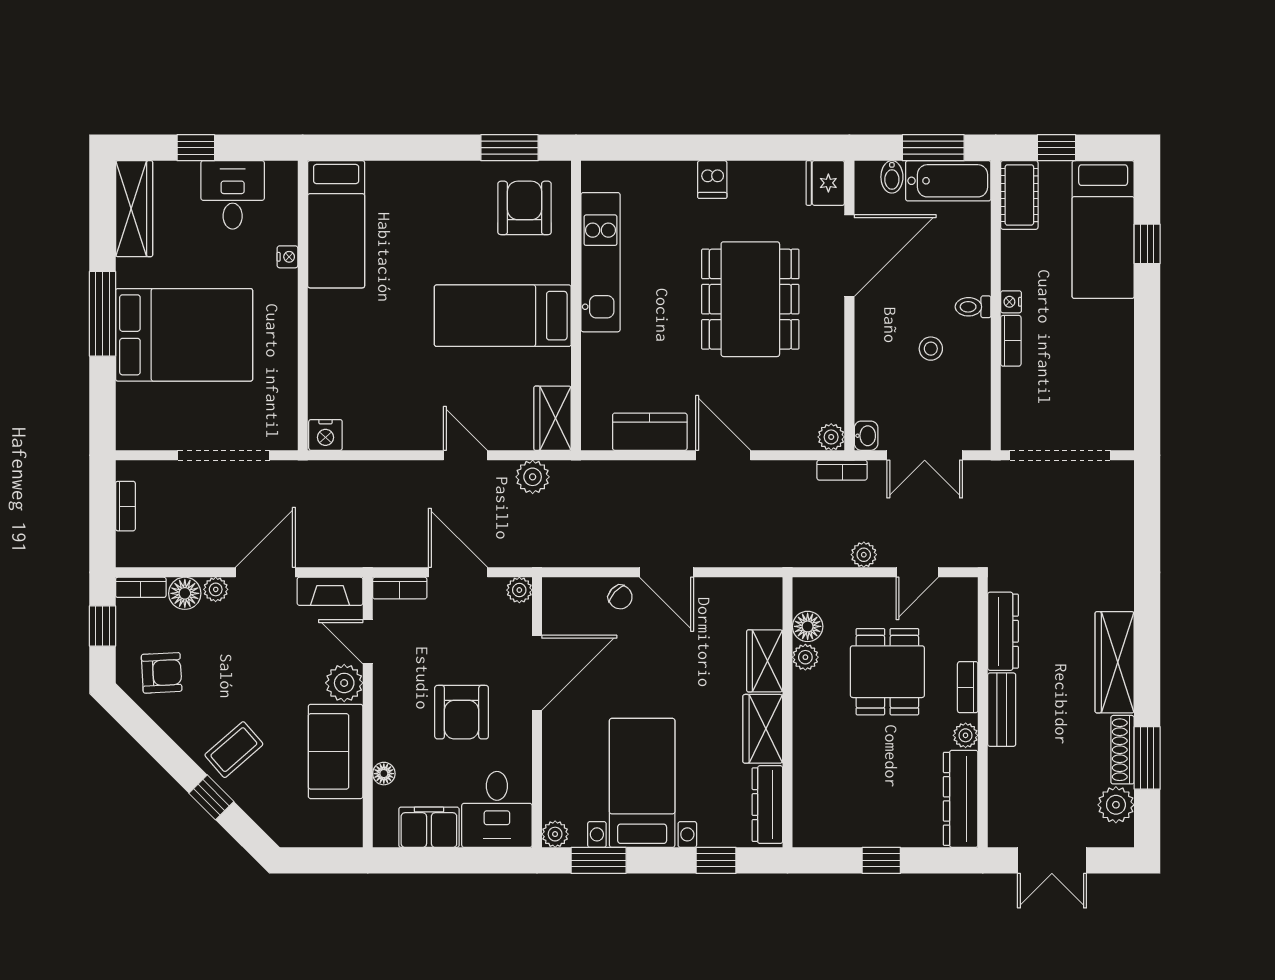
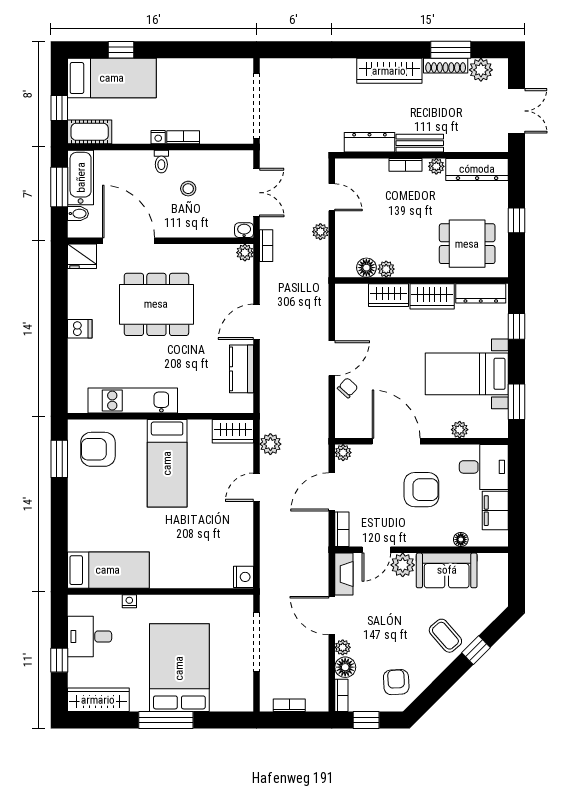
dining table: (887, 672) -> (467, 244), moved
plant: (555, 834) -> (460, 430), moved

